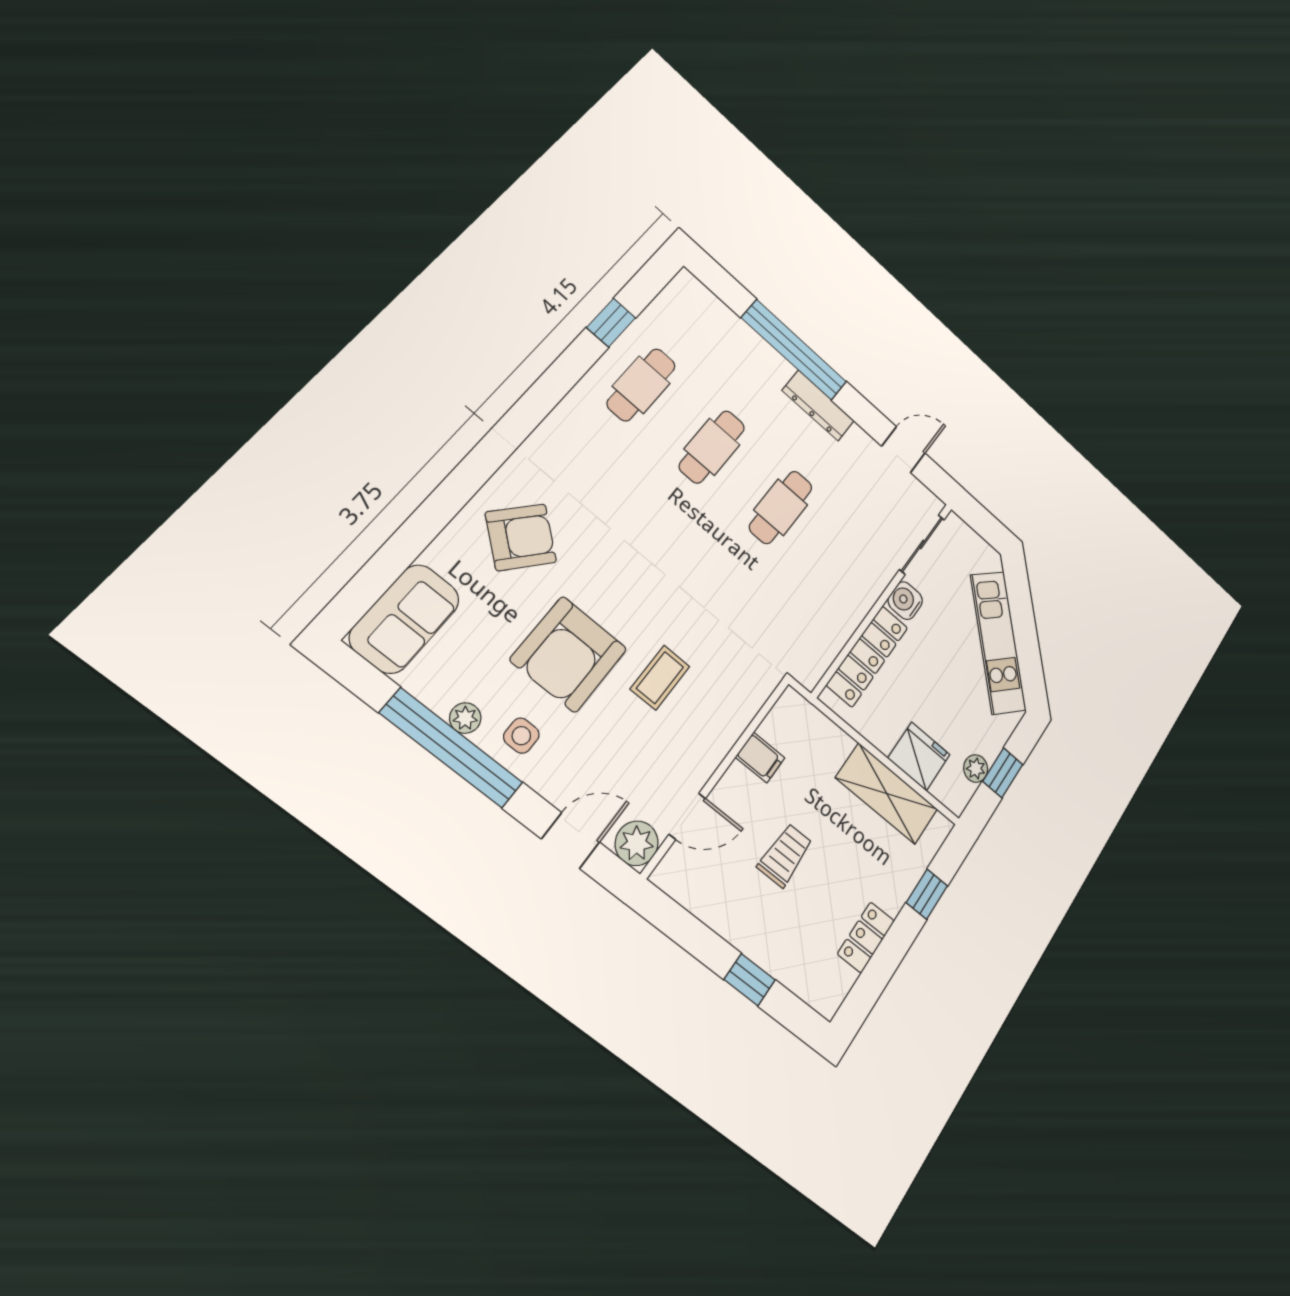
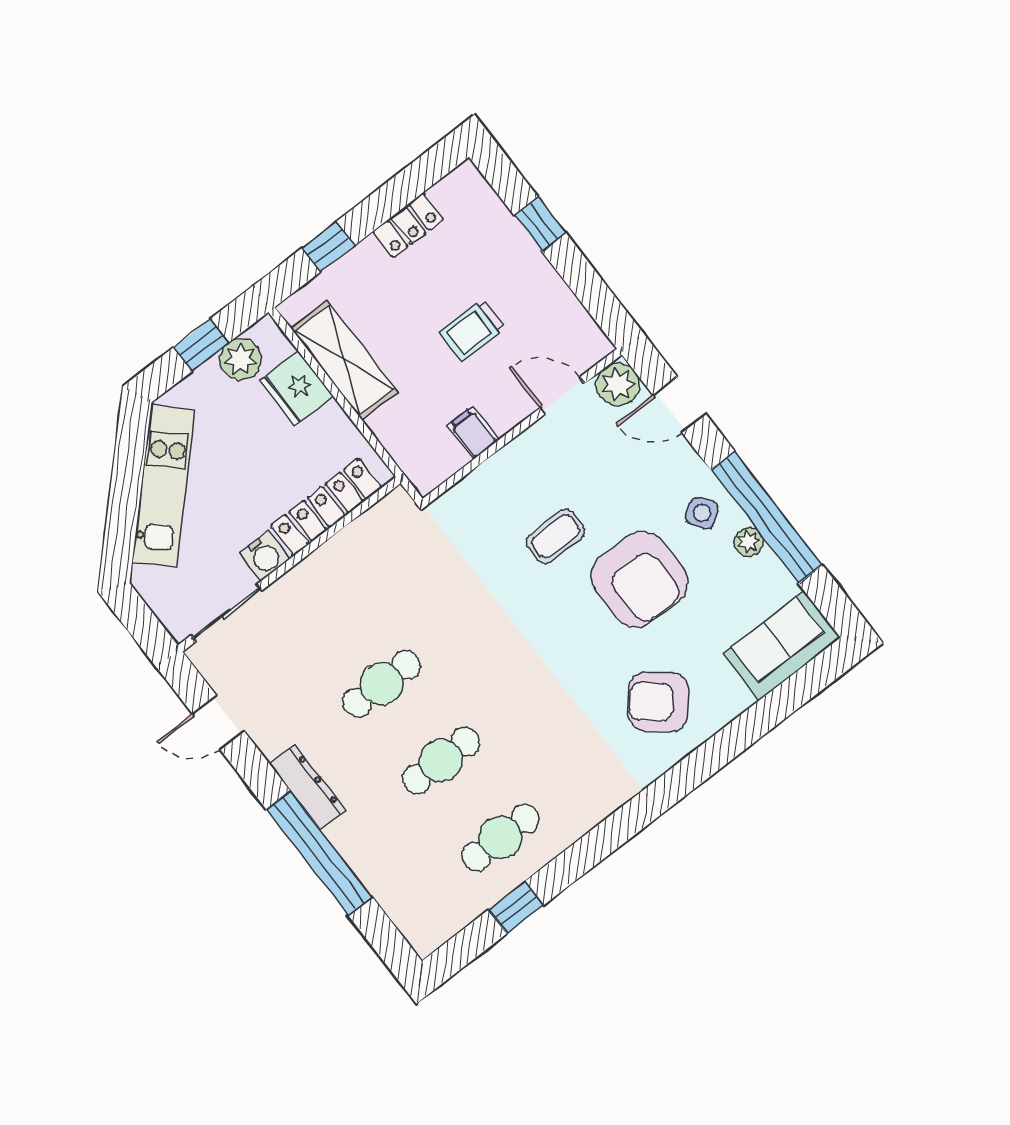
armchair: (569, 654) -> (639, 579), turned 90
side table: (521, 736) -> (702, 513), turned -34
plant: (976, 768) -> (241, 359), width x1.38, depth x1.38

